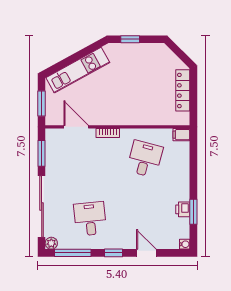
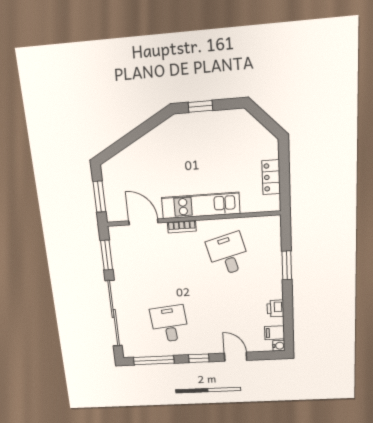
kitchen unit: (78, 70) -> (201, 206), moved, turned -151
locker: (183, 90) -> (271, 177), width x0.66
filing cabinet: (181, 135) -> (275, 333), moved
desk: (145, 159) -> (228, 254), turned -30
window: (193, 212) -> (287, 265), moved
plant: (51, 243) -> (129, 351), removed

